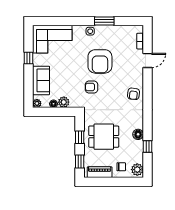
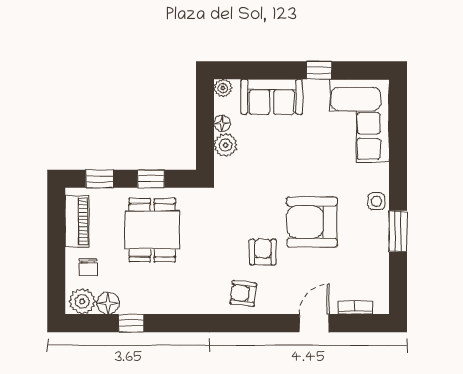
door: (148, 60) -> (314, 323), swing flipped
armchair: (91, 87) -> (263, 252), moved
floor lamp: (138, 134) -> (108, 303), moved

